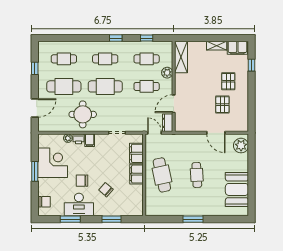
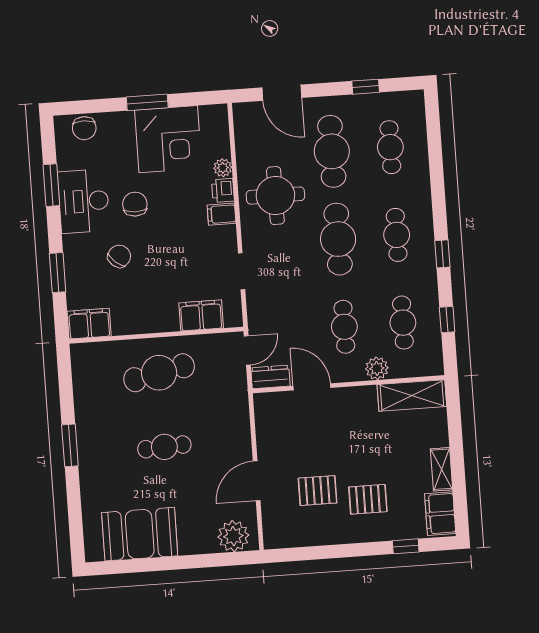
filing cabinet: (137, 174) -> (89, 324), moved

